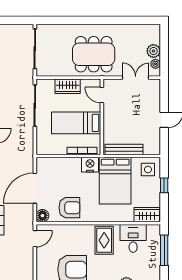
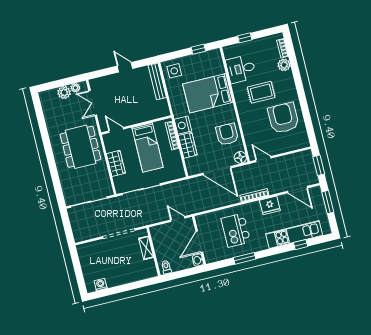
door: (102, 95) -> (116, 130), swing flipped
bench: (124, 149) -> (157, 81), moved
bed: (115, 181) -> (208, 93), moved, turned 180
window: (164, 185) -> (198, 49), moved
wardrobe: (147, 215) -> (188, 145), moved, turned 180
rug: (104, 240) -> (261, 92), moved
window: (164, 250) -> (245, 38), width x0.46

